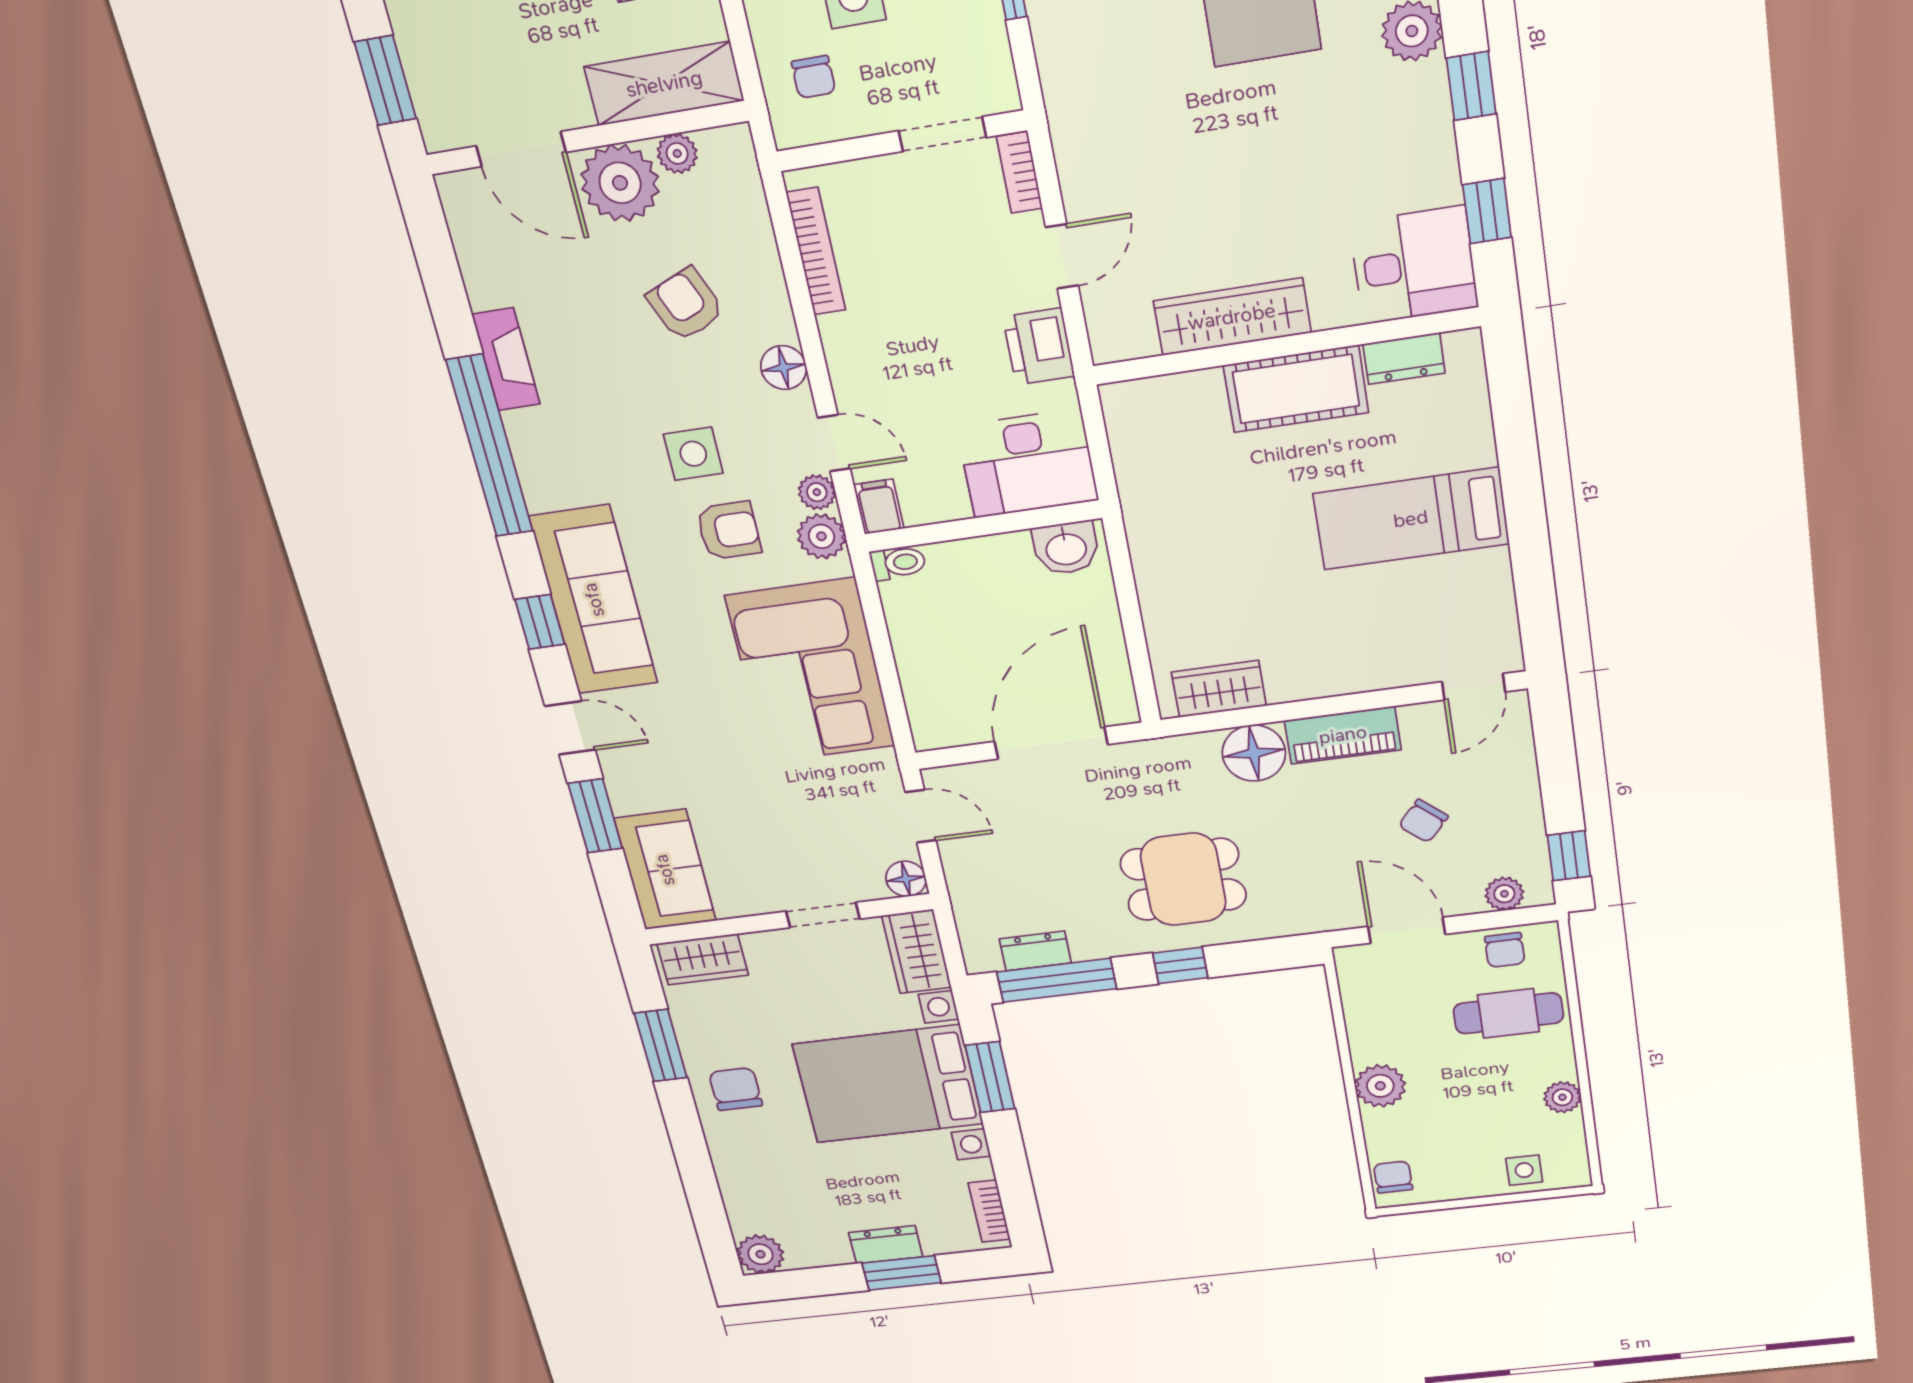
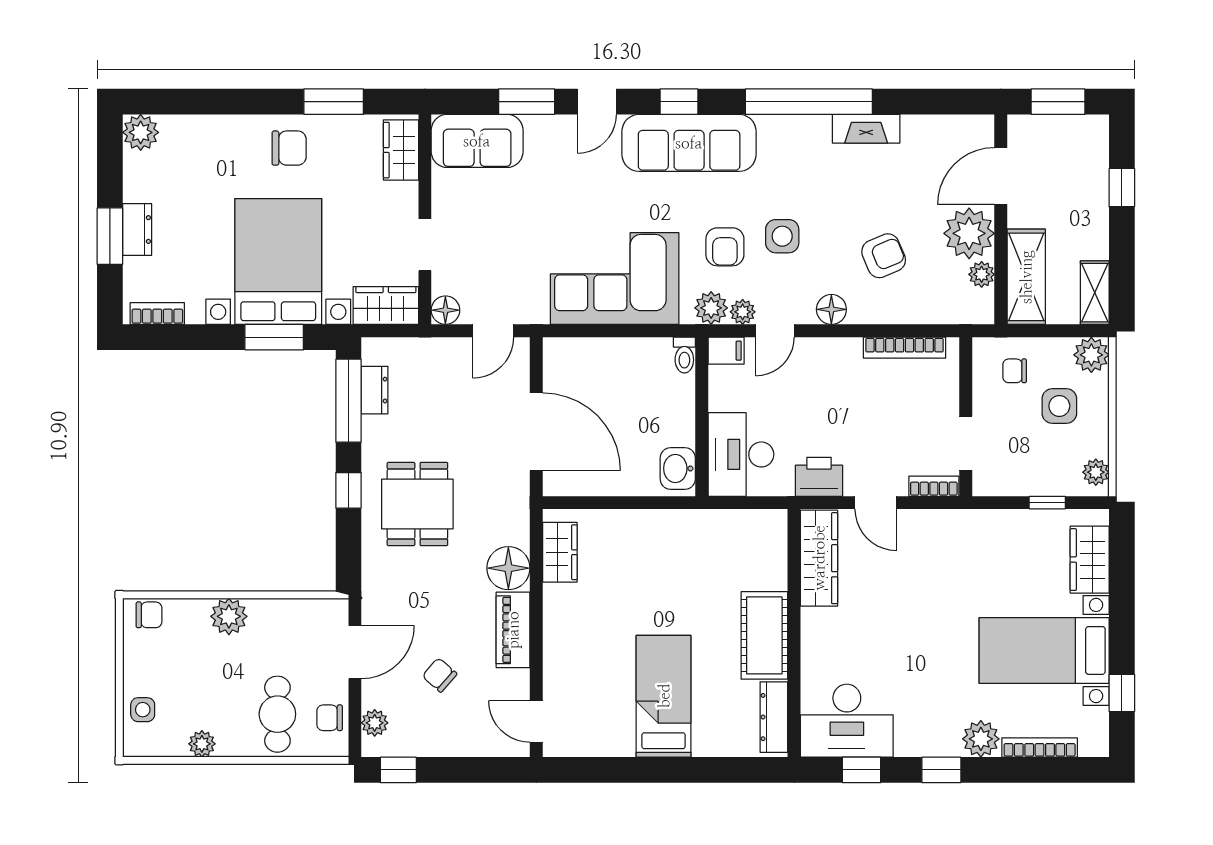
desk: (1414, 265) -> (847, 721), width x1.37
wardrobe: (1232, 317) -> (819, 558), moved
dresser: (1404, 359) -> (774, 717), width x1.44

